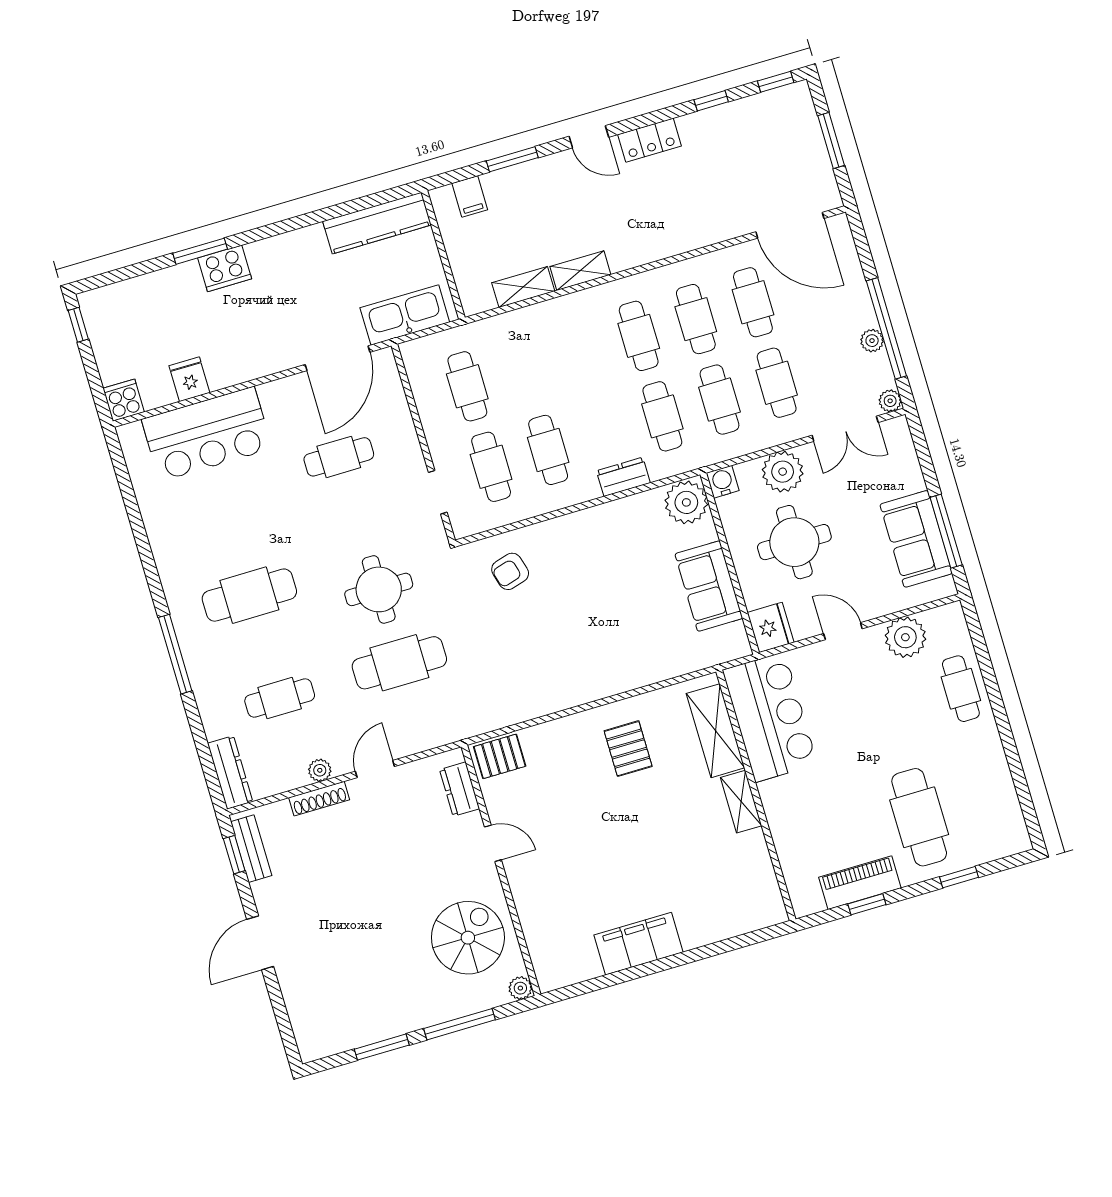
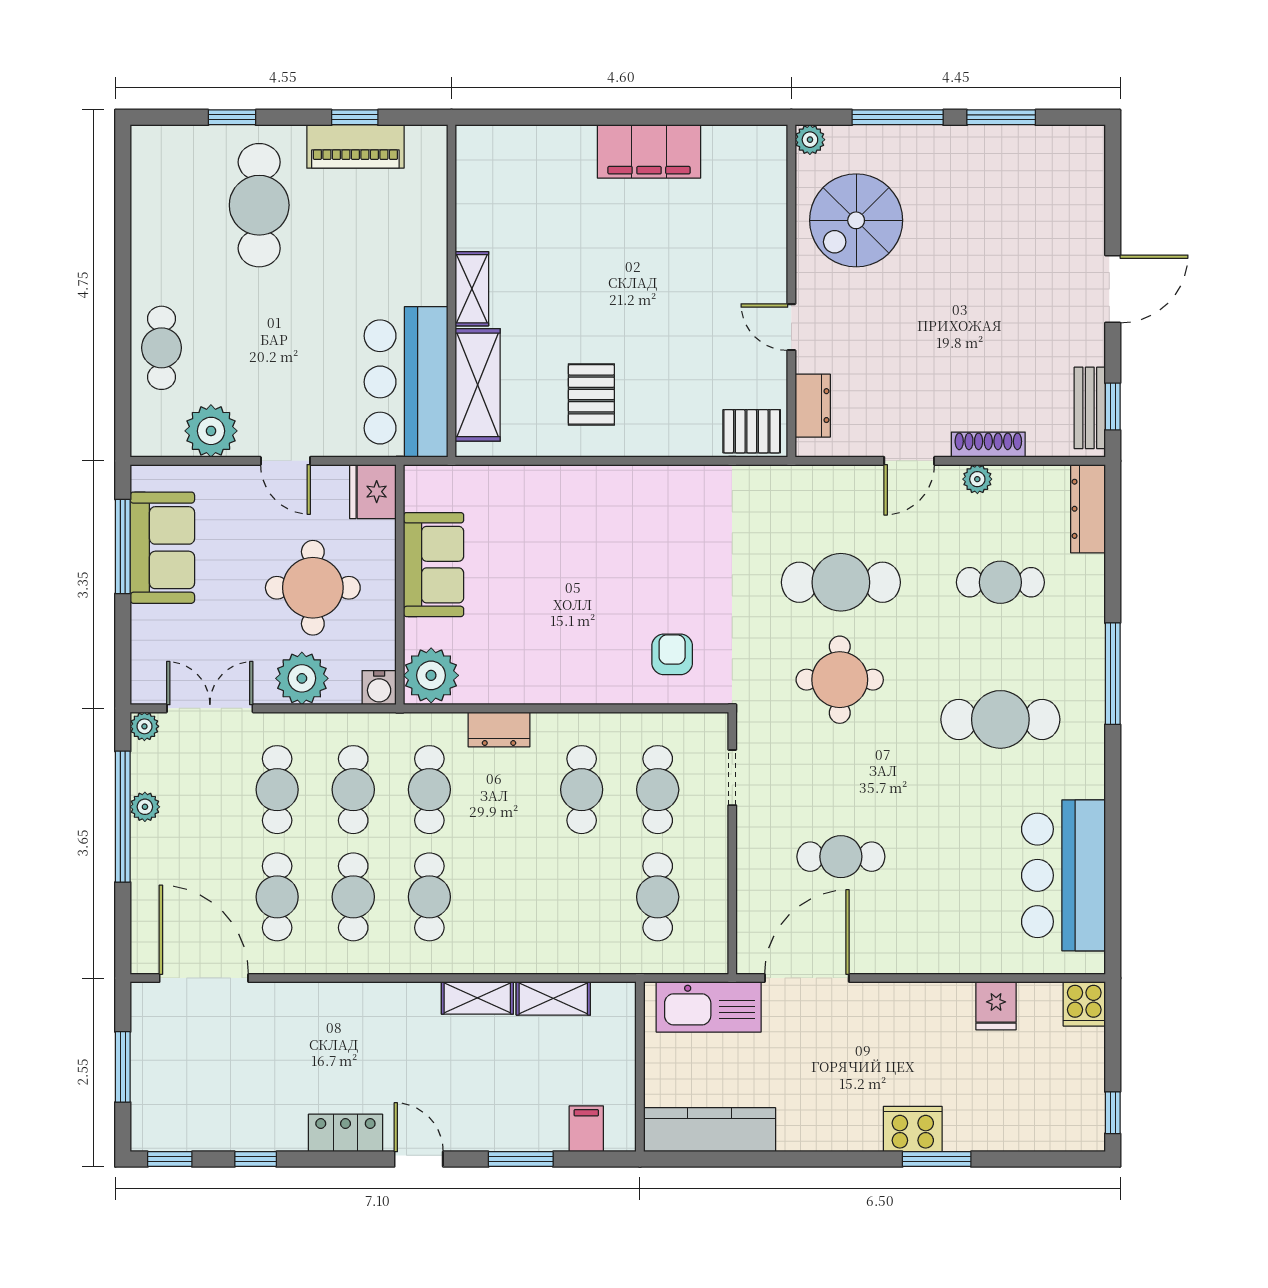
bar counter: (207, 434) -> (1063, 875), moved, turned -90
armchair: (510, 571) -> (672, 654), turned -74

